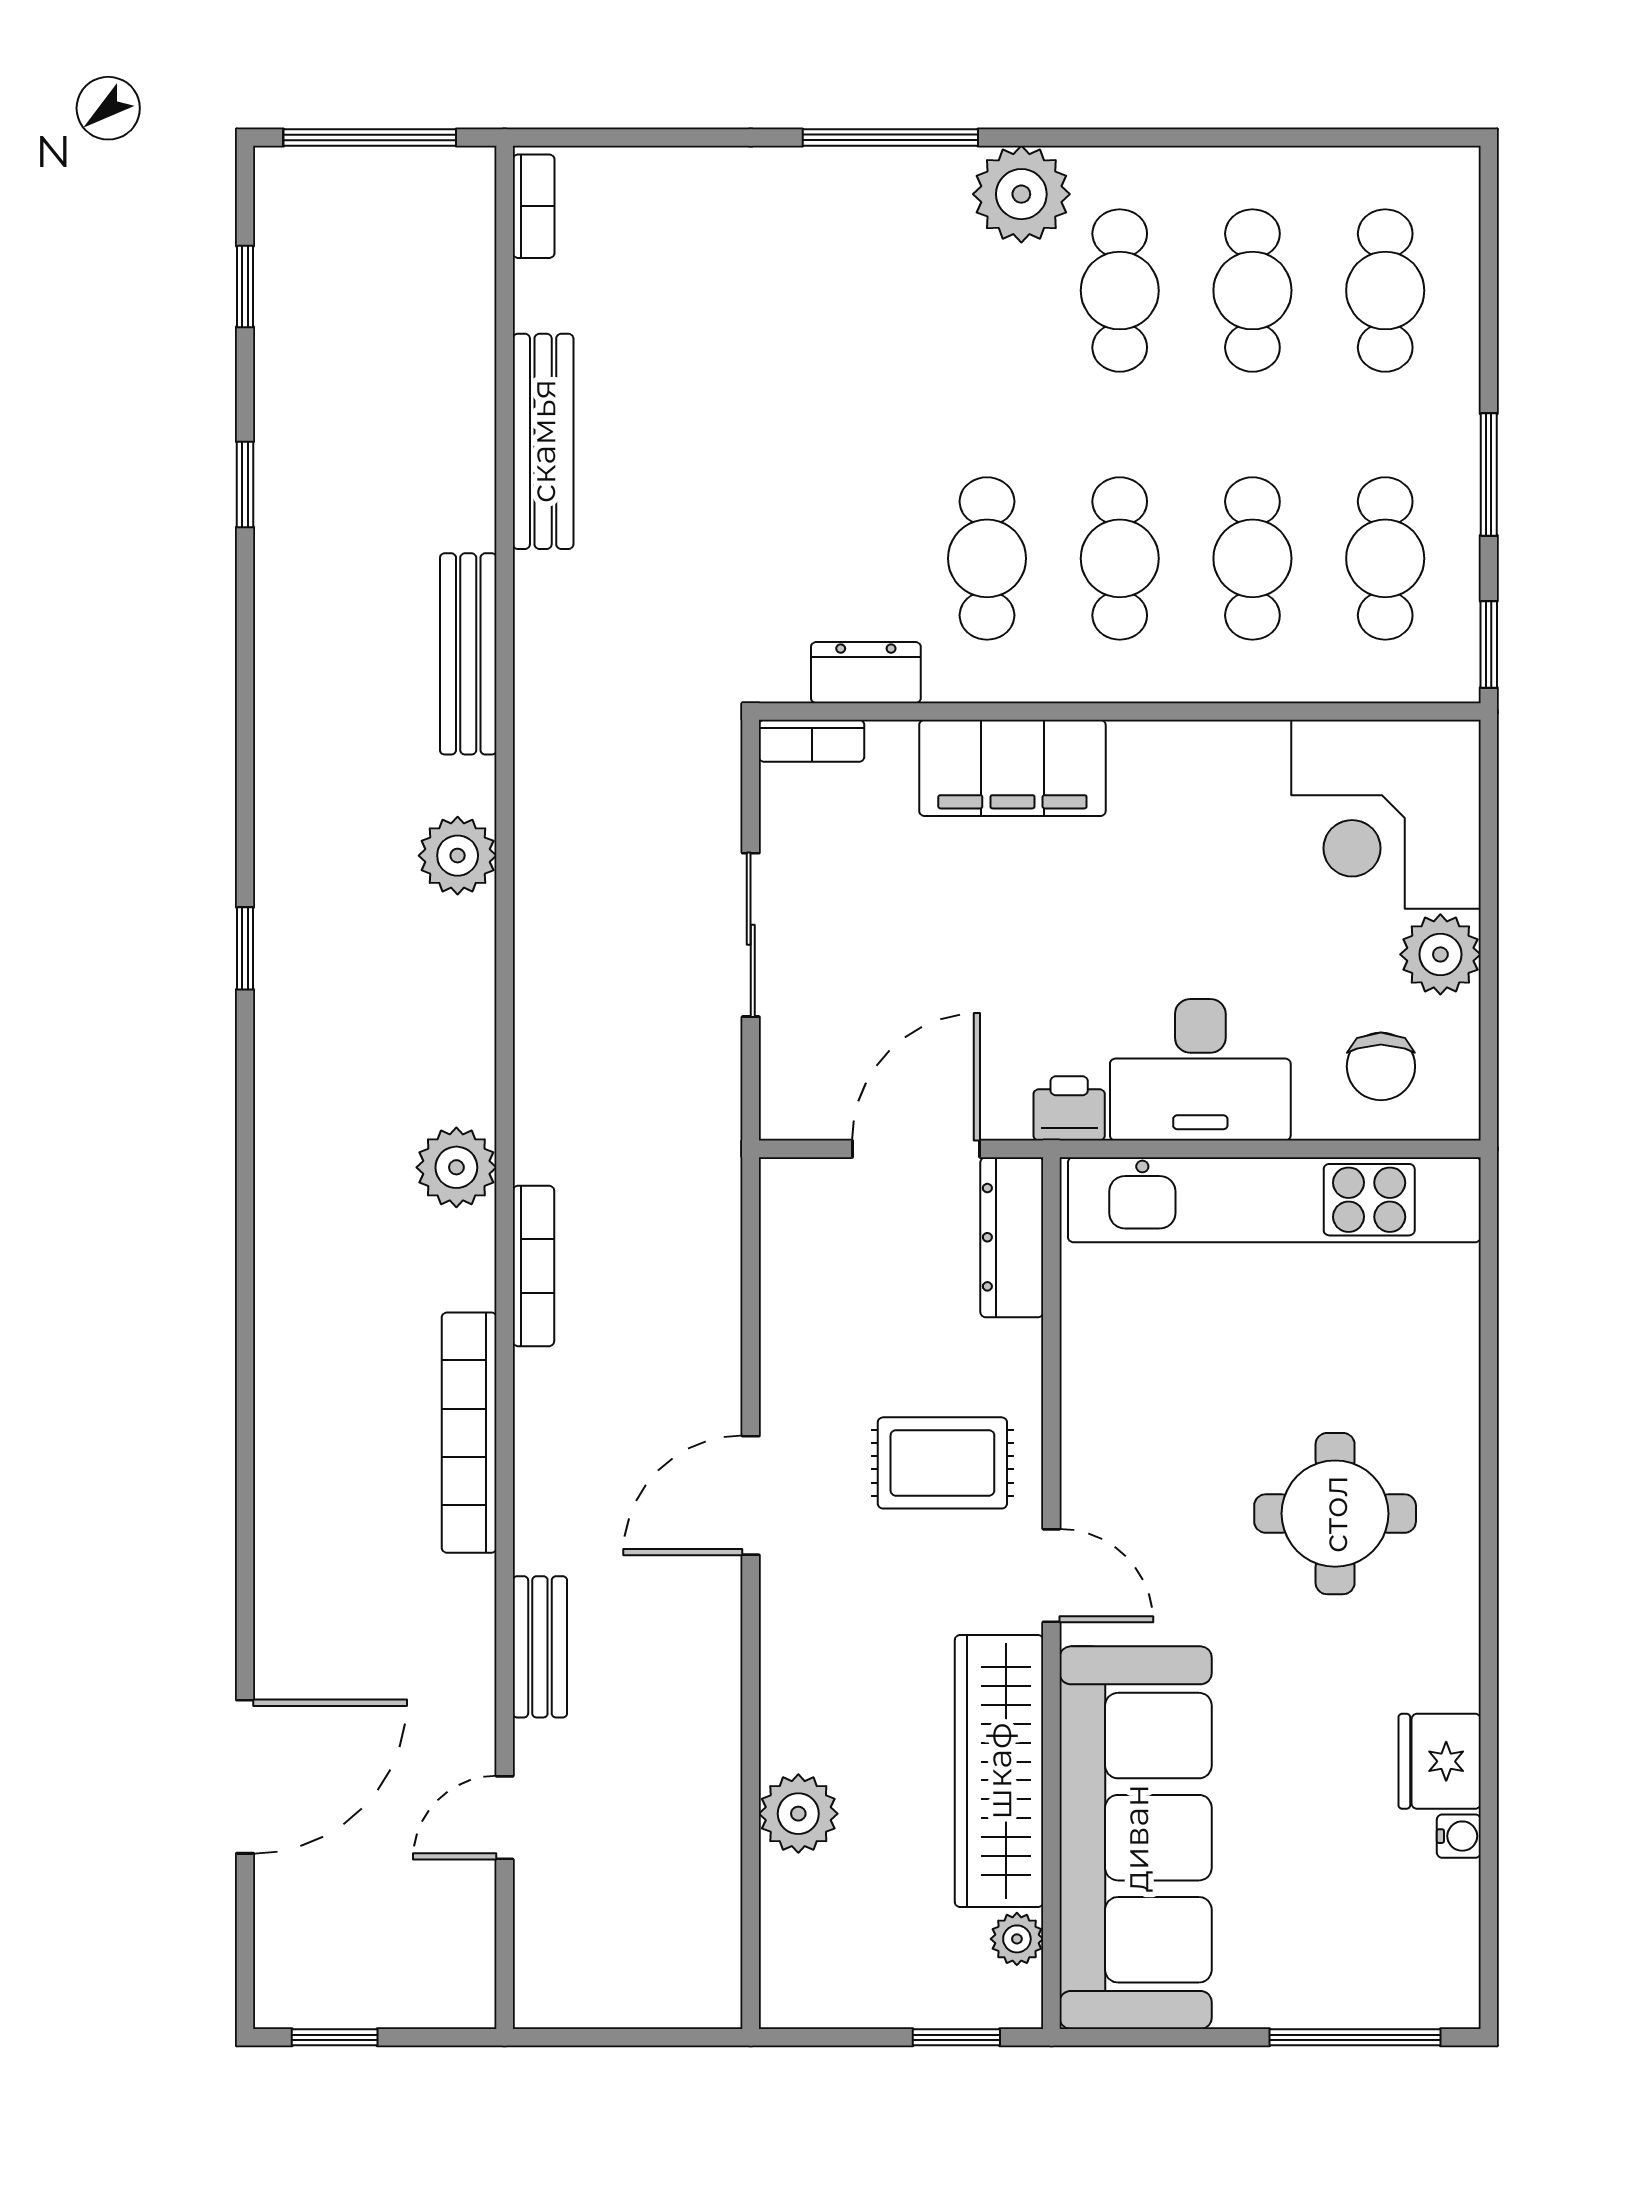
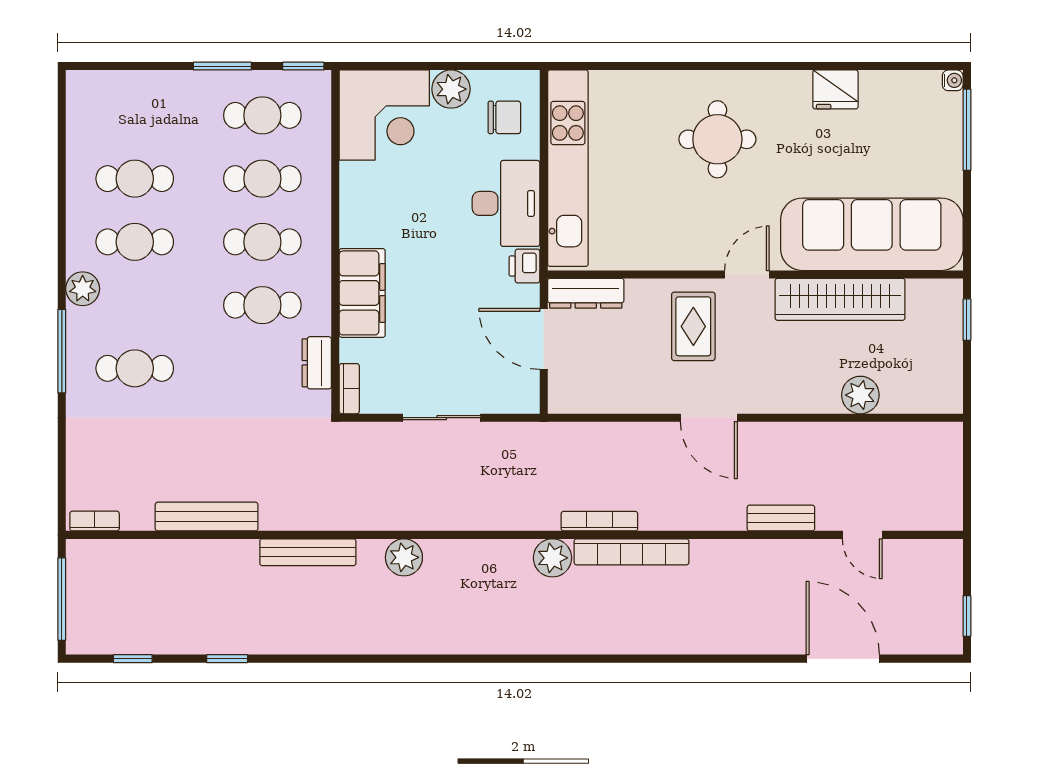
plant: (1021, 194) -> (83, 289), width x0.73, depth x0.73
cafe table: (1385, 291) -> (135, 368), moved
window: (245, 948) -> (448, 659), removed
bookcase: (469, 1433) -> (631, 552), moved
water cooler: (1459, 1836) -> (953, 80), moved, turned 90
plant: (1017, 1939) -> (920, 291), removed

